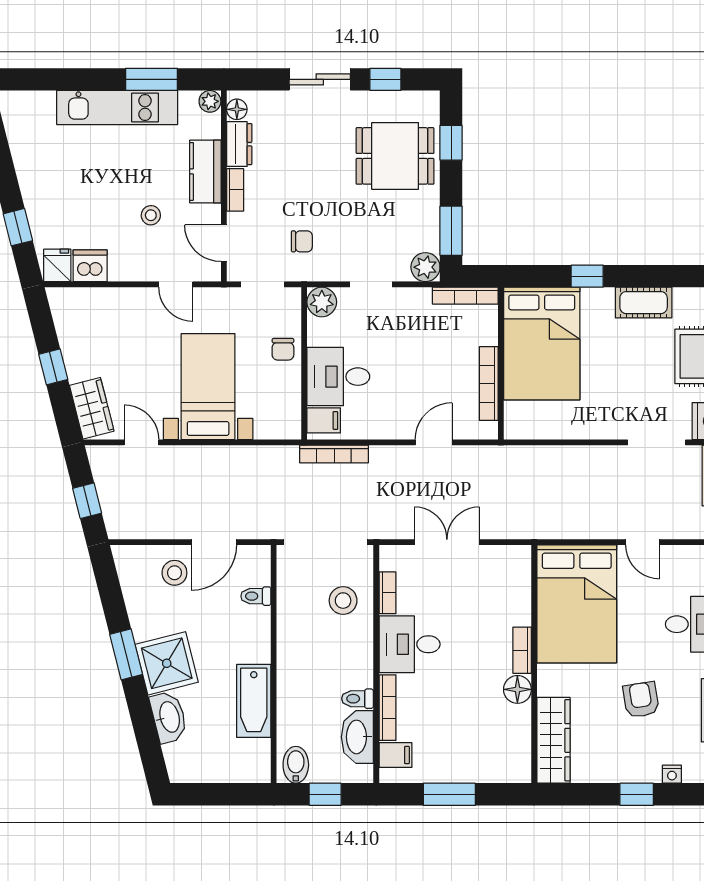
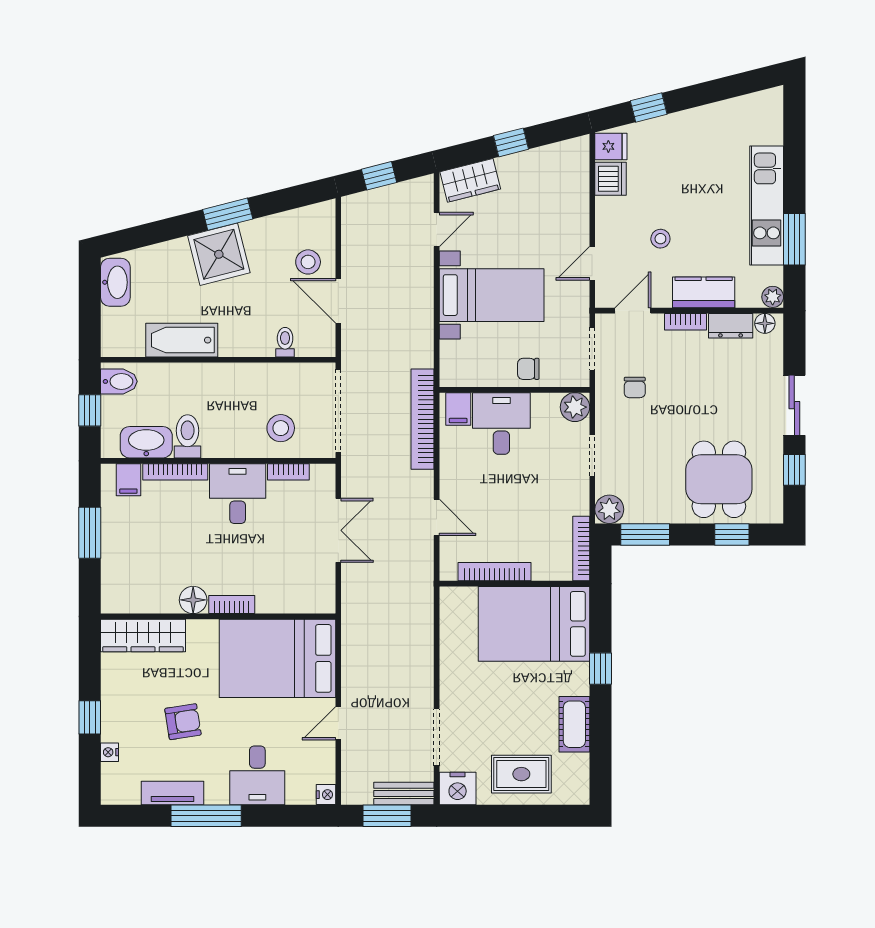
bookcase: (334, 454) -> (422, 419), width x1.48, depth x1.31
toilet: (358, 699) -> (188, 436), width x1.37, depth x1.39
washbasin: (169, 717) -> (115, 282), moved, turned -76

